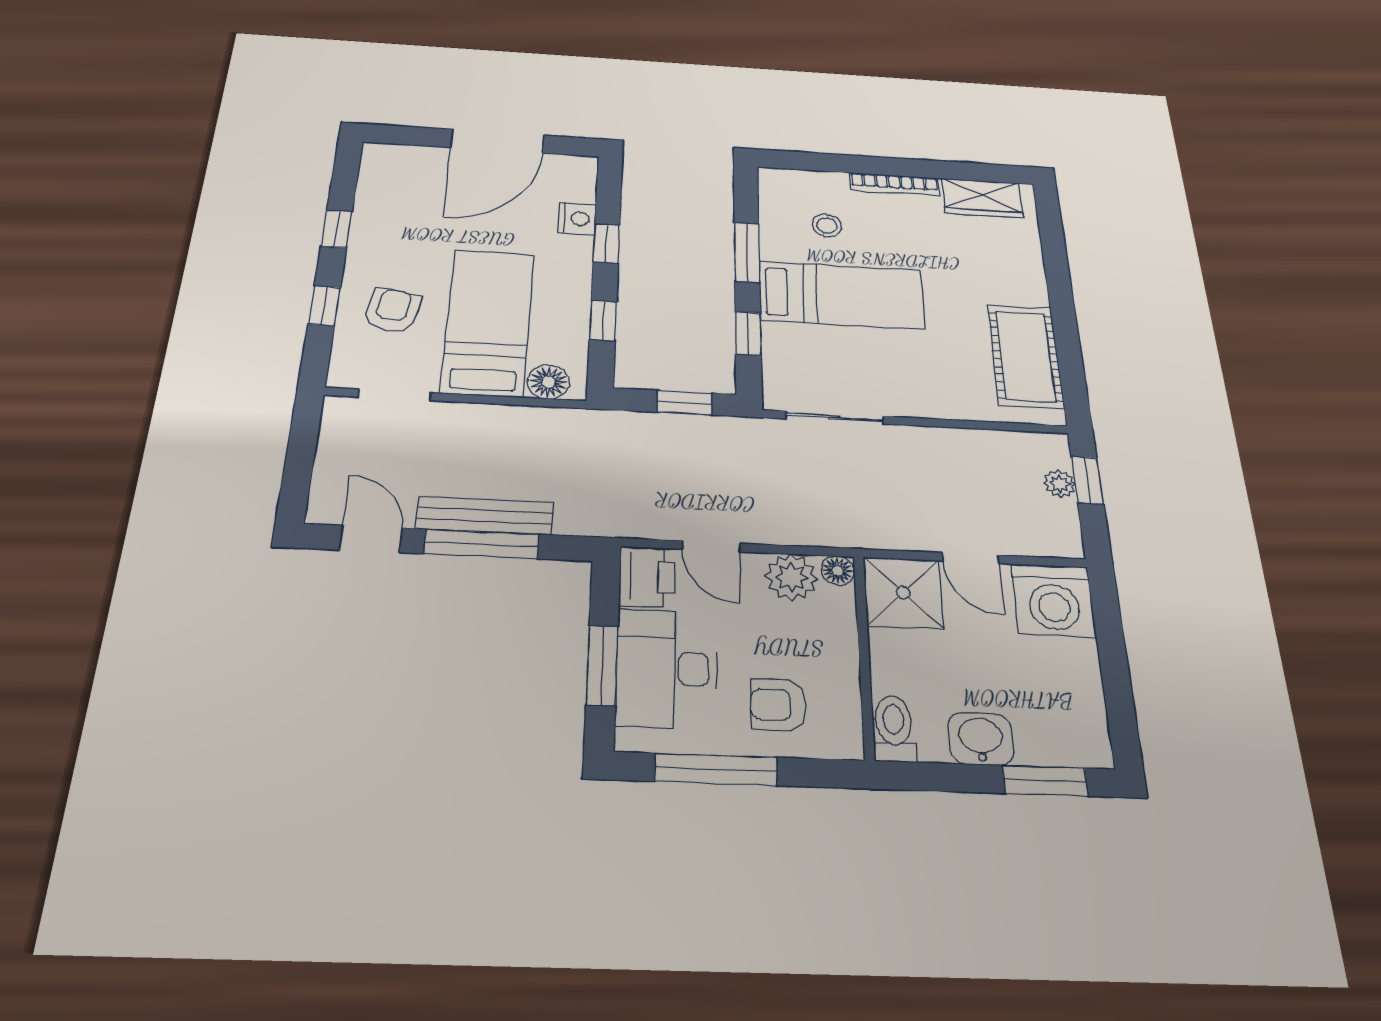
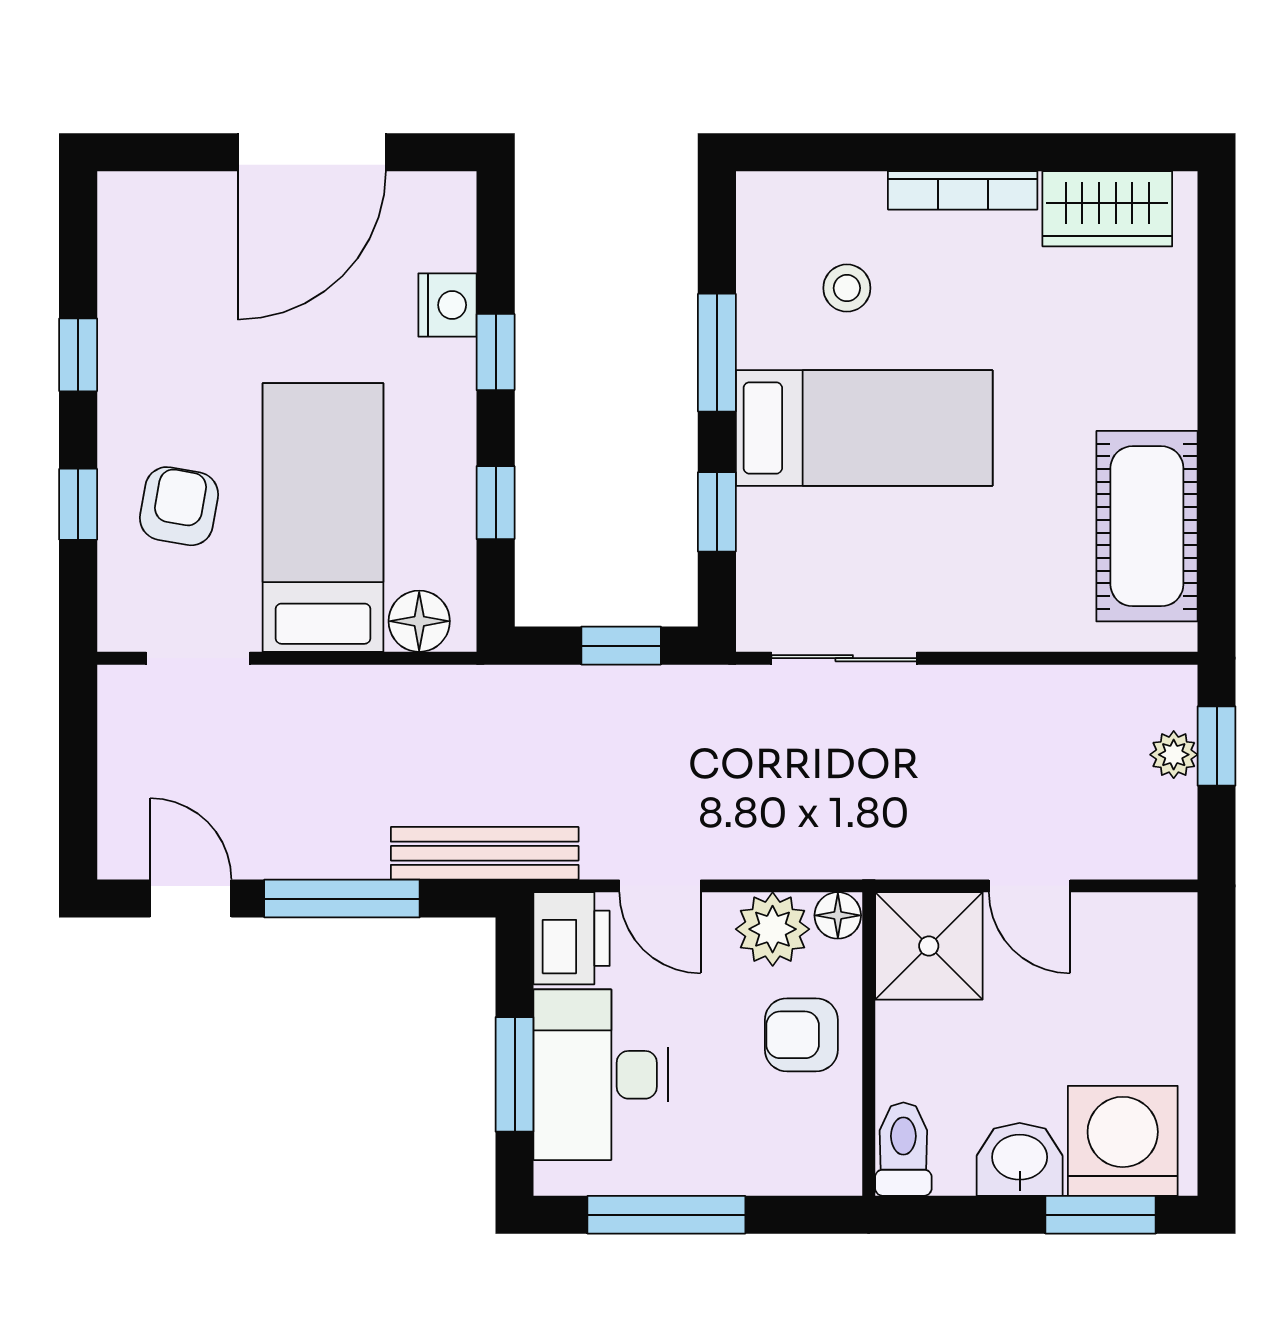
bench: (485, 516) -> (485, 853), moved
washing machine: (1053, 600) -> (1123, 1141), moved, turned 180
armchair: (778, 705) -> (801, 1035), moved

